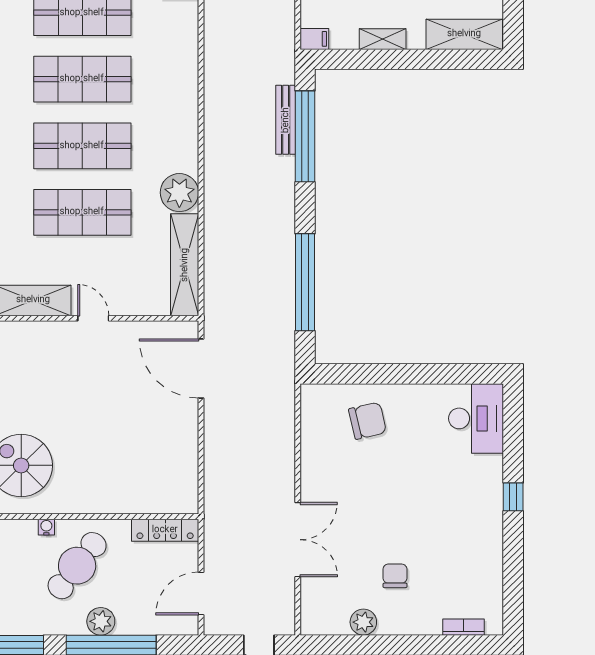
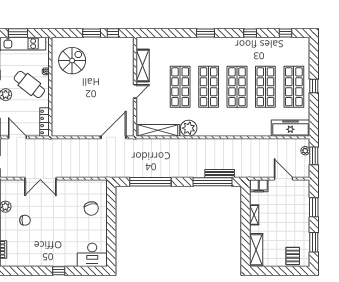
filing cabinet: (314, 39) -> (259, 186), width x2.00

